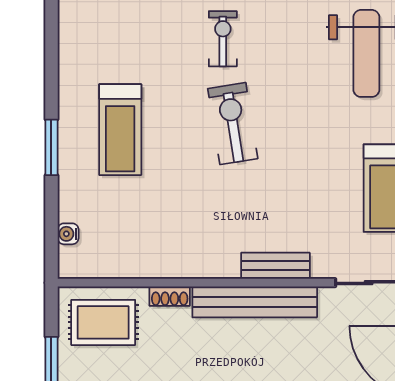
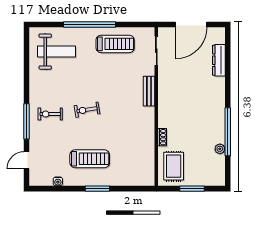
exercise bike: (233, 124) -> (87, 110), width x0.73, depth x0.72
water cooler: (68, 234) -> (58, 181), moved
bench: (255, 302) -> (165, 100), removed

